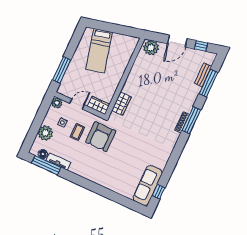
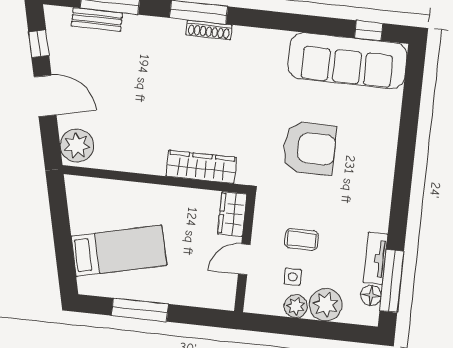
window: (62, 70) -> (140, 310), moved
plant: (57, 103) -> (296, 306), moved
door: (77, 104) -> (244, 259), hinge flipped
wardrobe: (121, 104) -> (201, 167), width x1.50
armchair: (101, 137) -> (309, 148), moved
sofa: (148, 186) -> (348, 61), width x1.36, depth x1.27

